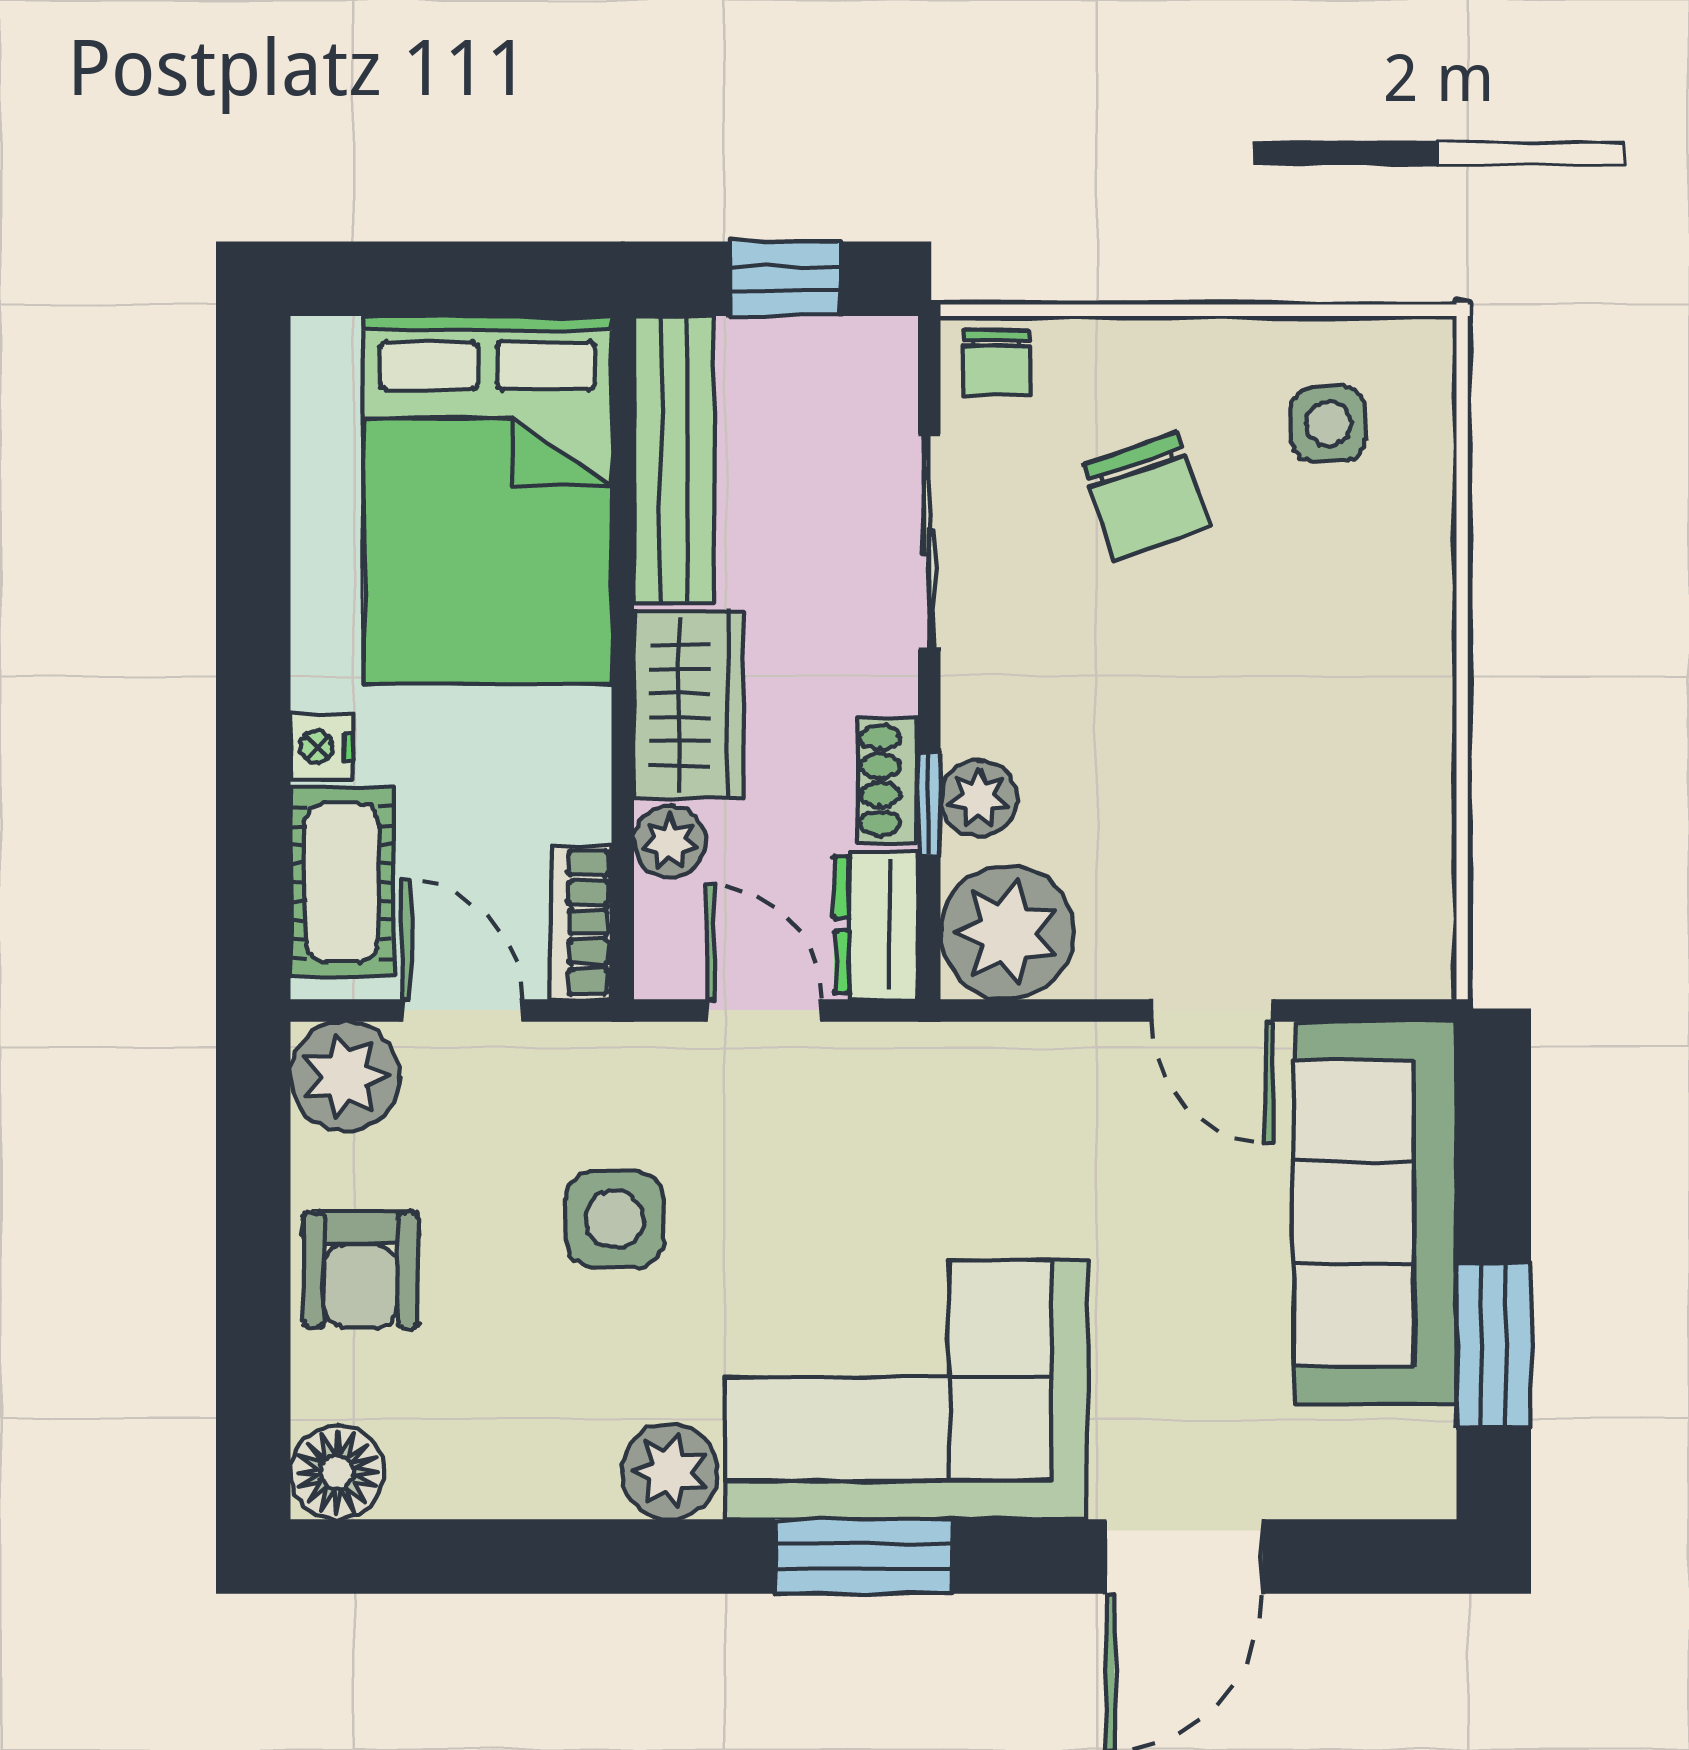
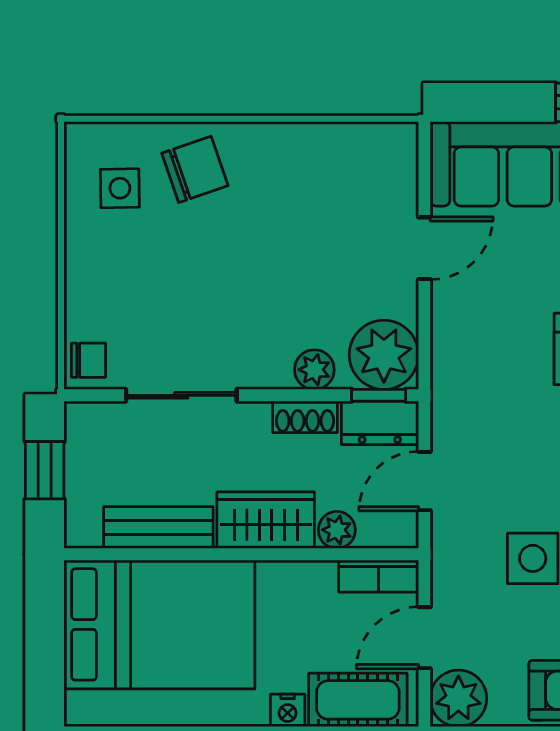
bench: (674, 460) -> (158, 528), width x0.73
chair: (1146, 496) -> (195, 169), moved
window: (929, 805) -> (379, 395), moved

